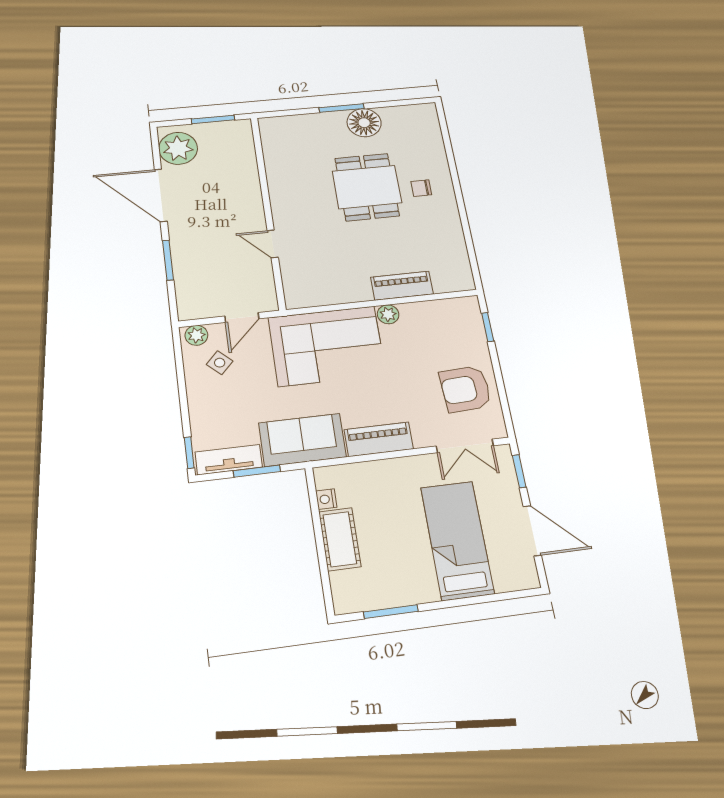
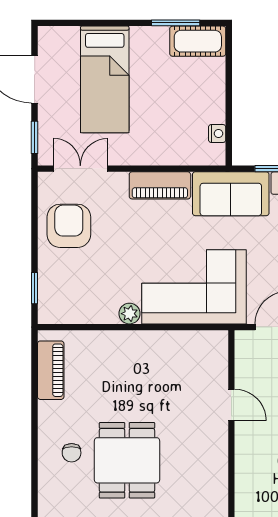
chair: (421, 188) -> (72, 453), turned 90
piano: (402, 286) -> (51, 370), moved, turned -90
armchair: (465, 389) -> (69, 226), turned -87
cot: (340, 539) -> (198, 41), moved, turned 90

